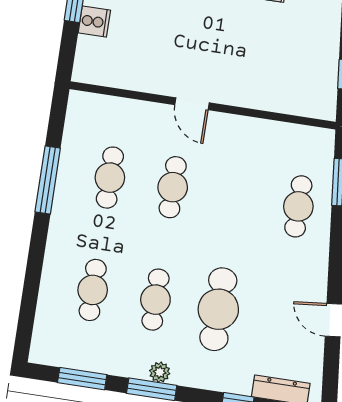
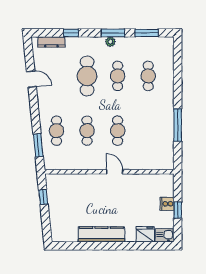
cafe table: (110, 178) -> (87, 131), moved

